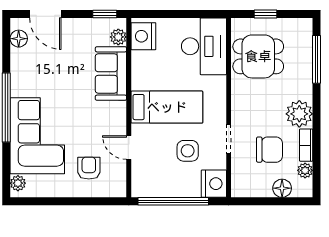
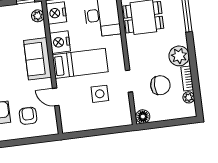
sofa: (111, 74) -> (38, 59), moved
nightstand: (214, 184) -> (60, 42), moved, turned 180
floor lamp: (282, 188) -> (143, 117), moved
window: (173, 201) -> (94, 133), removed

